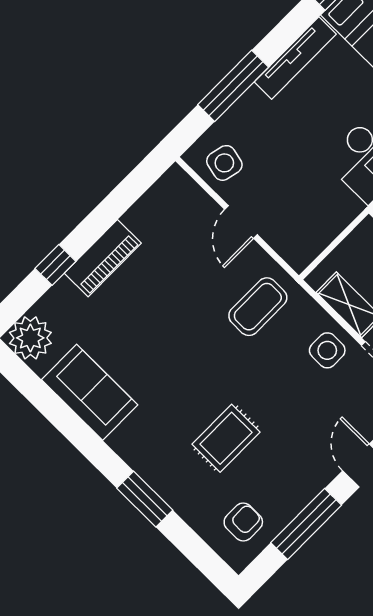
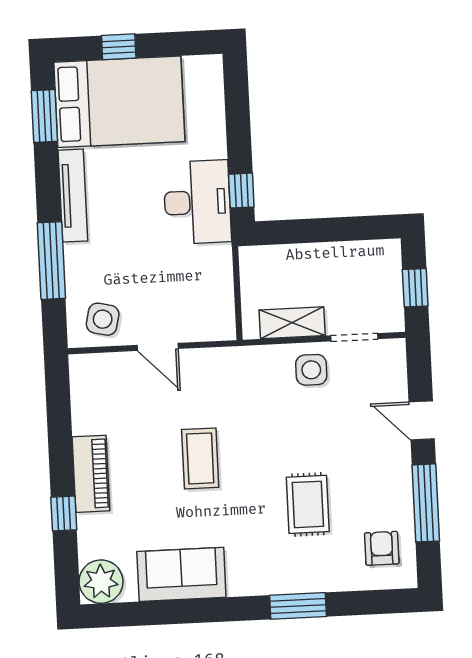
coffee table: (258, 307) -> (200, 458), moved

